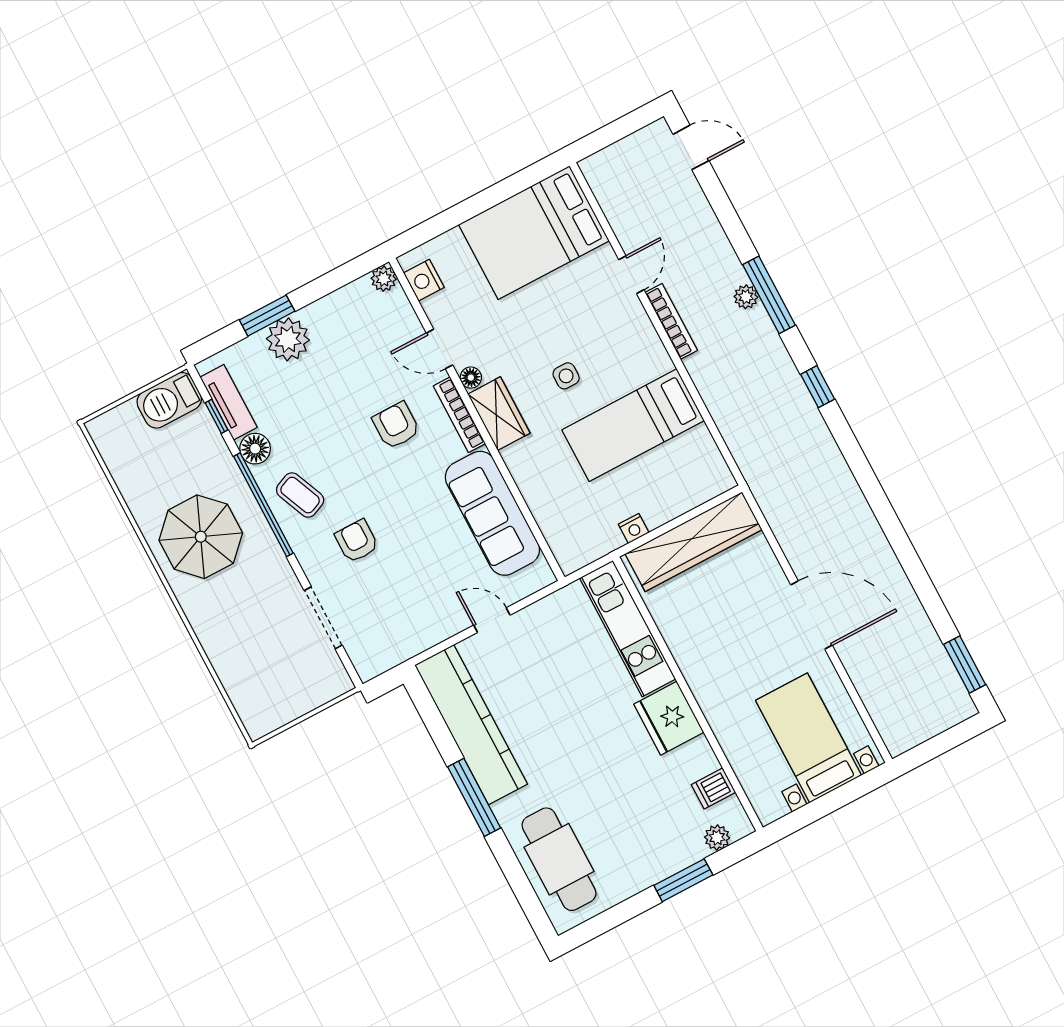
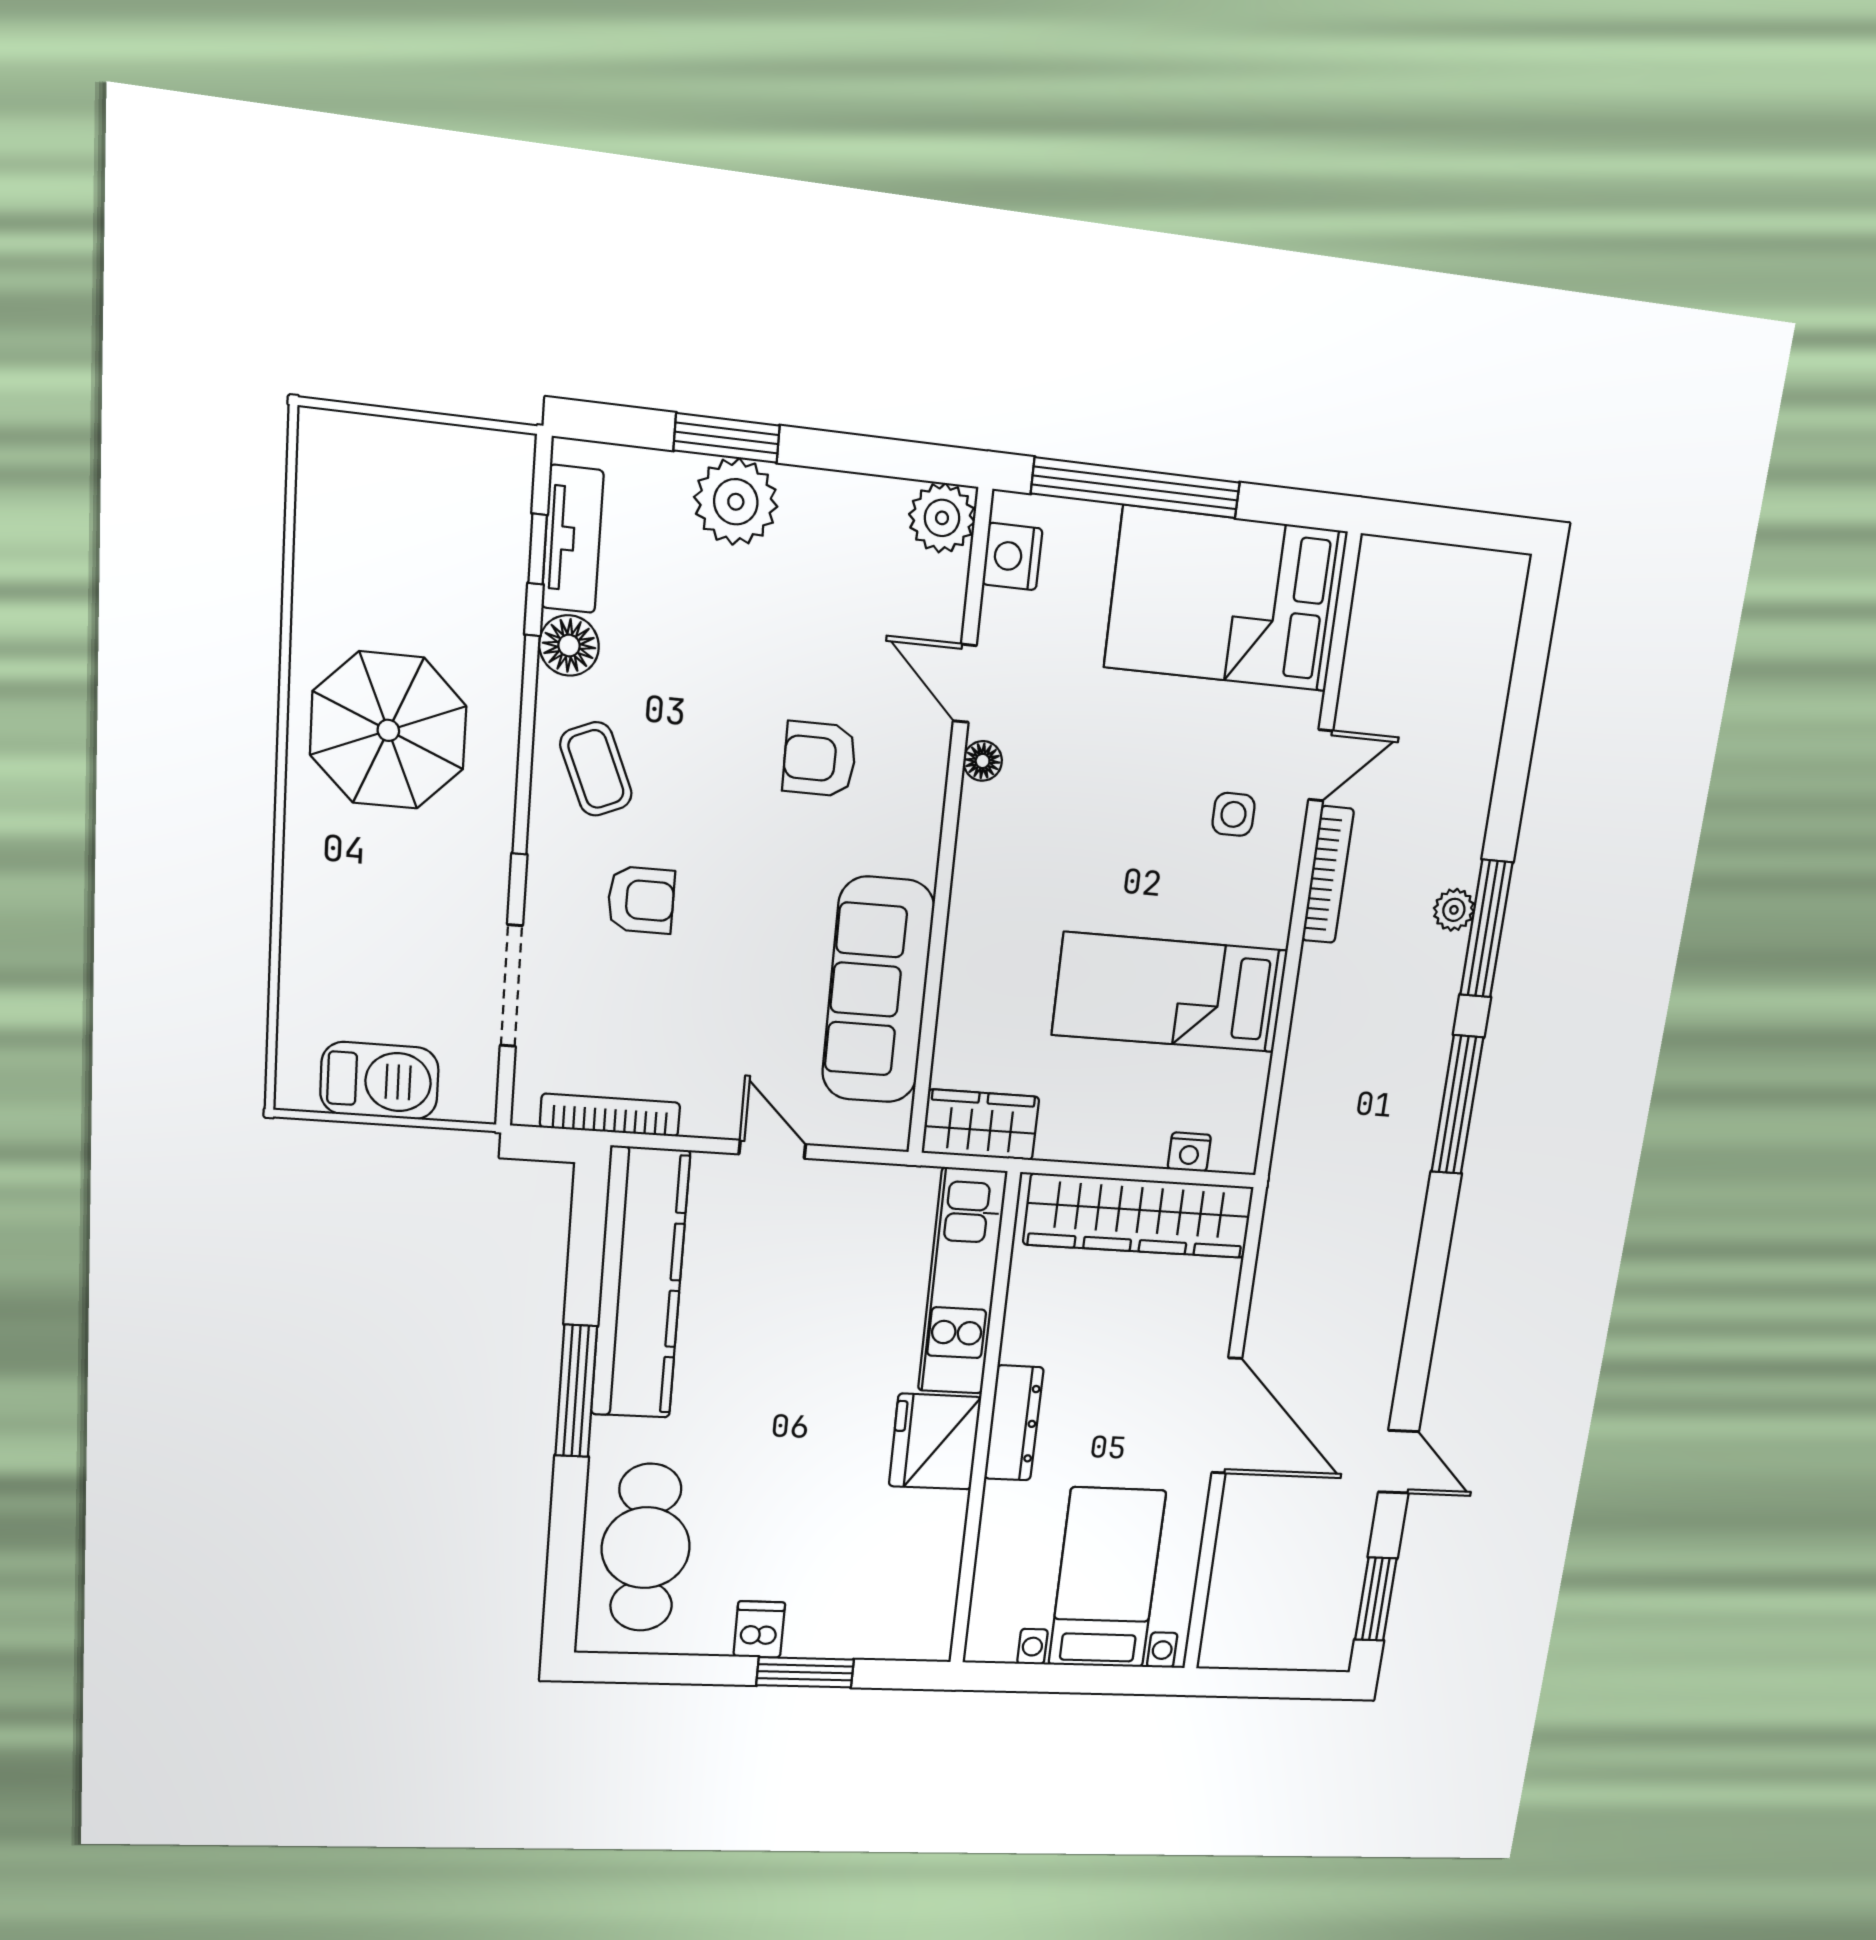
door: (691, 147) -> (1398, 1462), moved
window: (459, 214) -> (1136, 488), added
plant: (384, 279) -> (942, 518), width x1.38, depth x1.38
side table: (566, 376) -> (1233, 814), moved
window: (818, 387) -> (1457, 1105), width x2.17
barbecue: (169, 400) -> (379, 1081), moved, turned 180
wardrobe: (499, 414) -> (981, 1125), moved, turned -90
bookcase: (459, 415) -> (610, 1115), moved, turned 90
armchair: (396, 425) -> (820, 759), turned -90
nightstand: (634, 528) -> (1189, 1152), moved
armchair: (357, 541) -> (641, 900), turned 90
dresser: (703, 685) -> (1014, 1423), added
dishwasher: (713, 788) -> (759, 1629), moved, turned 90
plant: (717, 838) -> (891, 1641), removed

